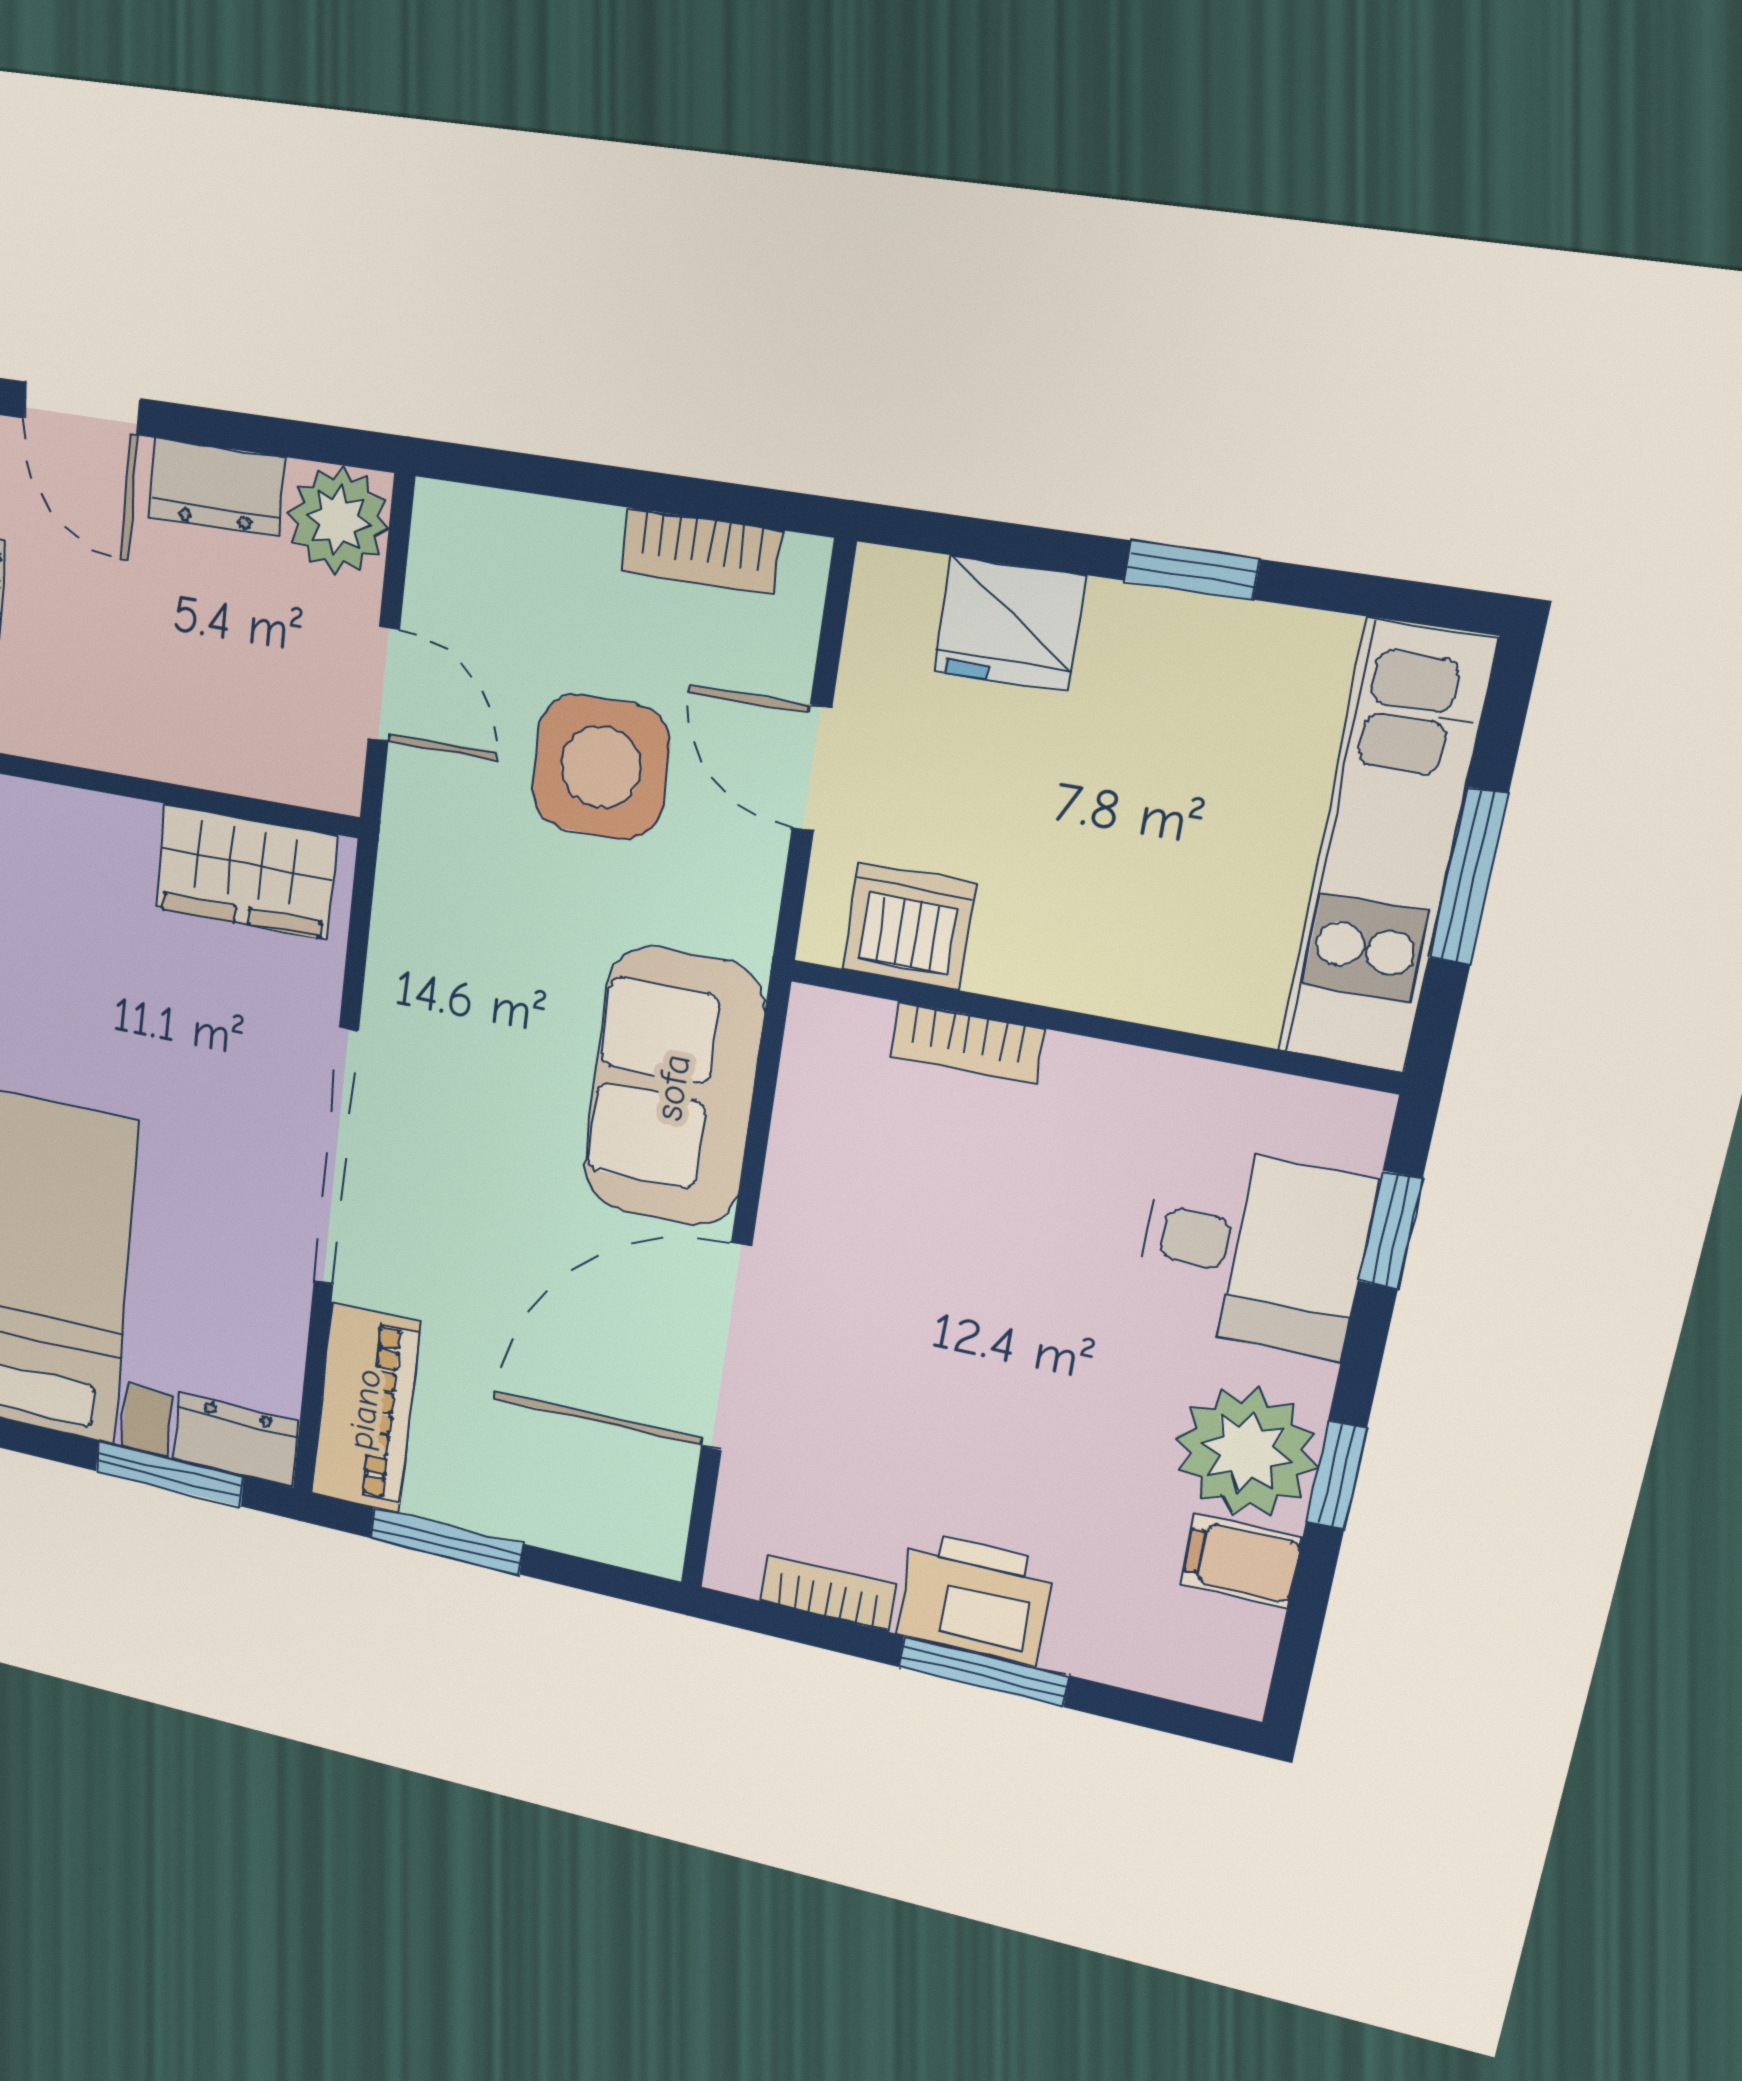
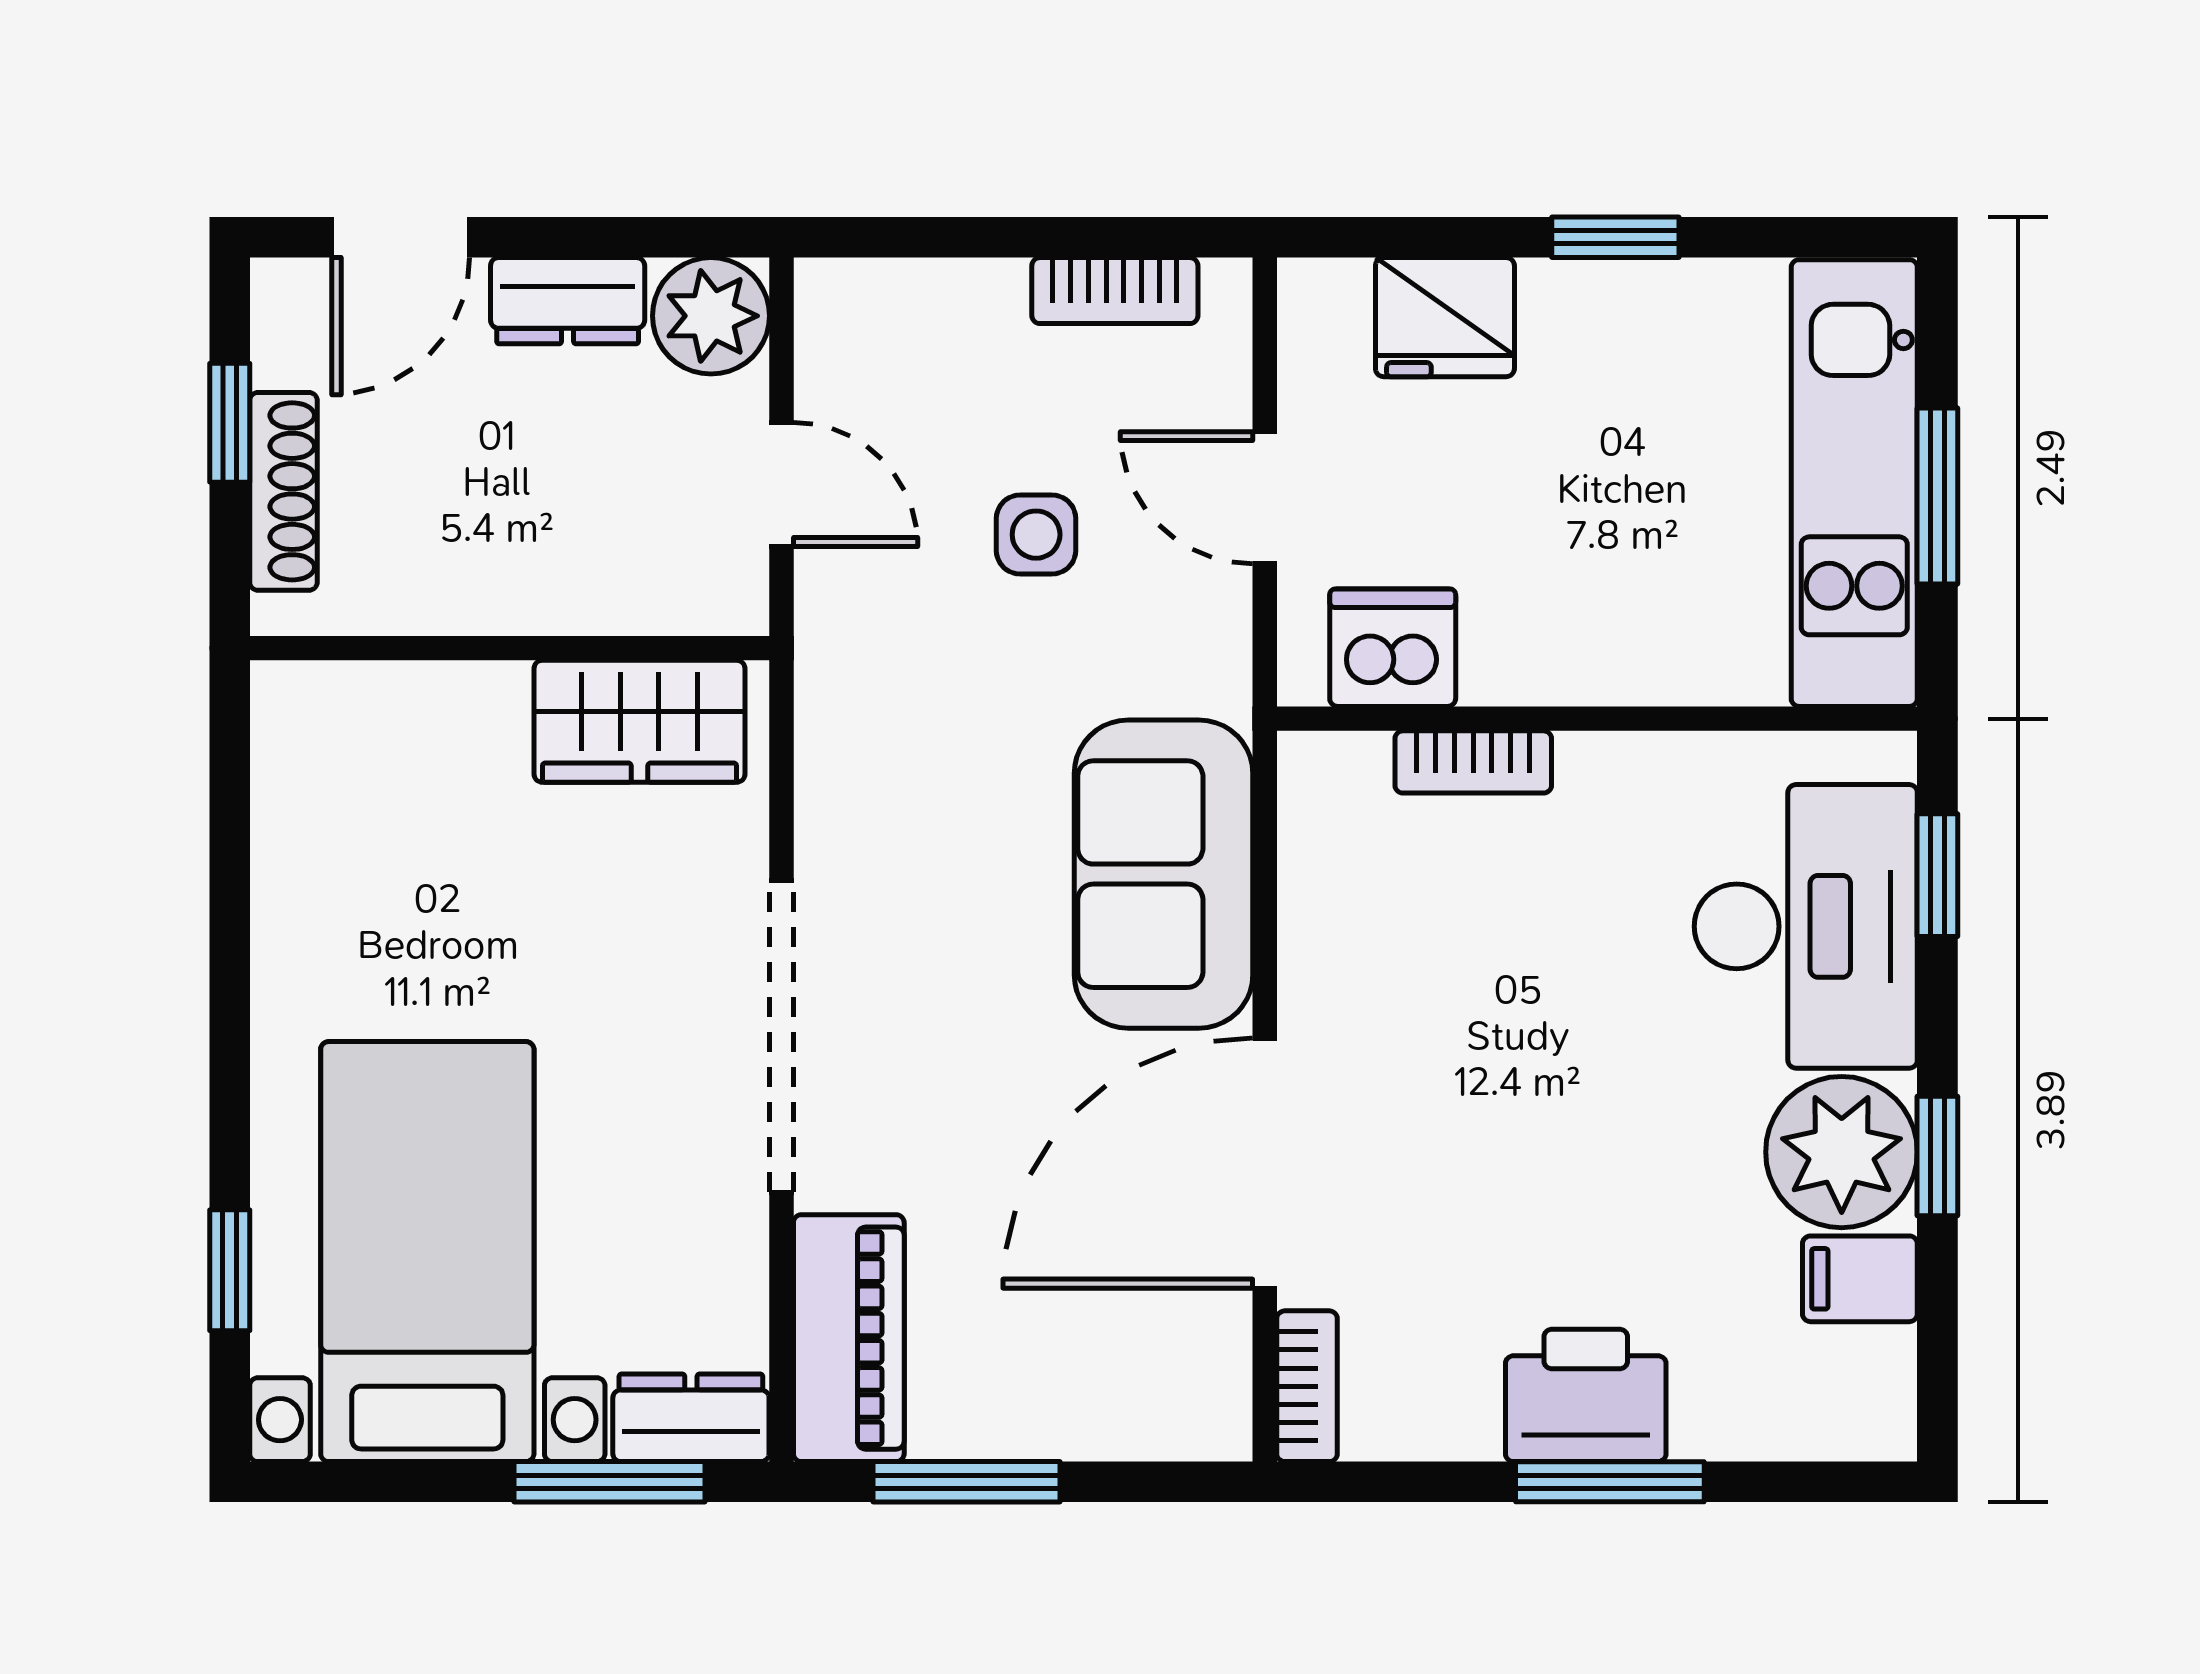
door: (82, 408) -> (401, 237), hinge flipped
side table: (600, 767) -> (1036, 535), width x0.54, depth x0.54
desk: (1253, 1250) -> (1806, 926), width x1.37
bookcase: (828, 1593) -> (1307, 1386), moved, turned 90

